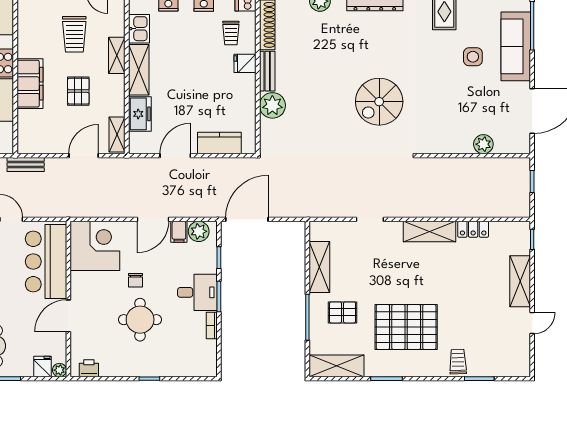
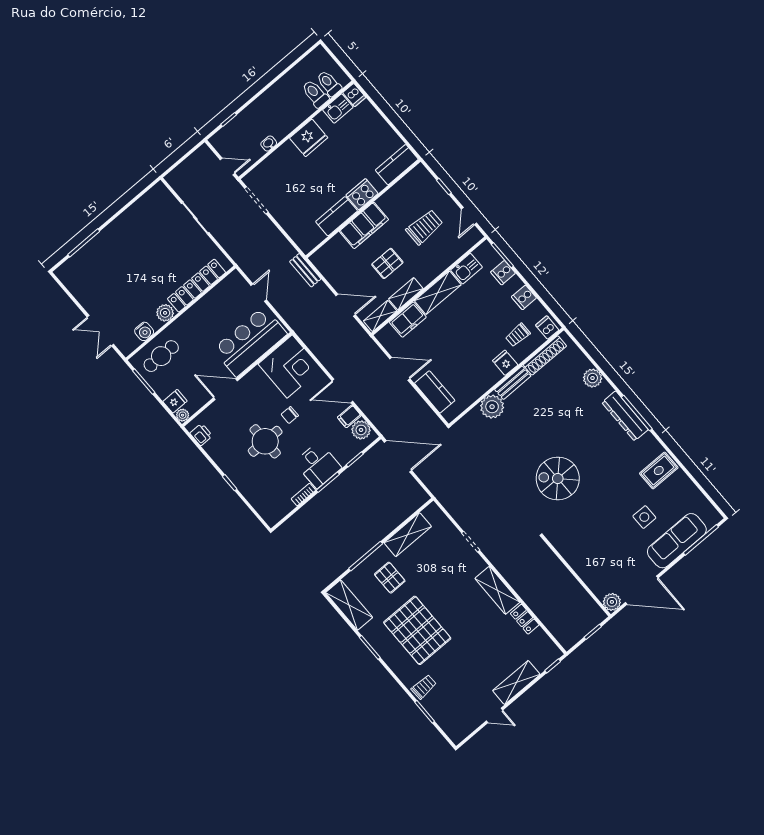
trolley: (74, 34) -> (424, 227), turned 180
shelving: (117, 55) -> (406, 294), moved
plant: (483, 144) -> (612, 602), moved

